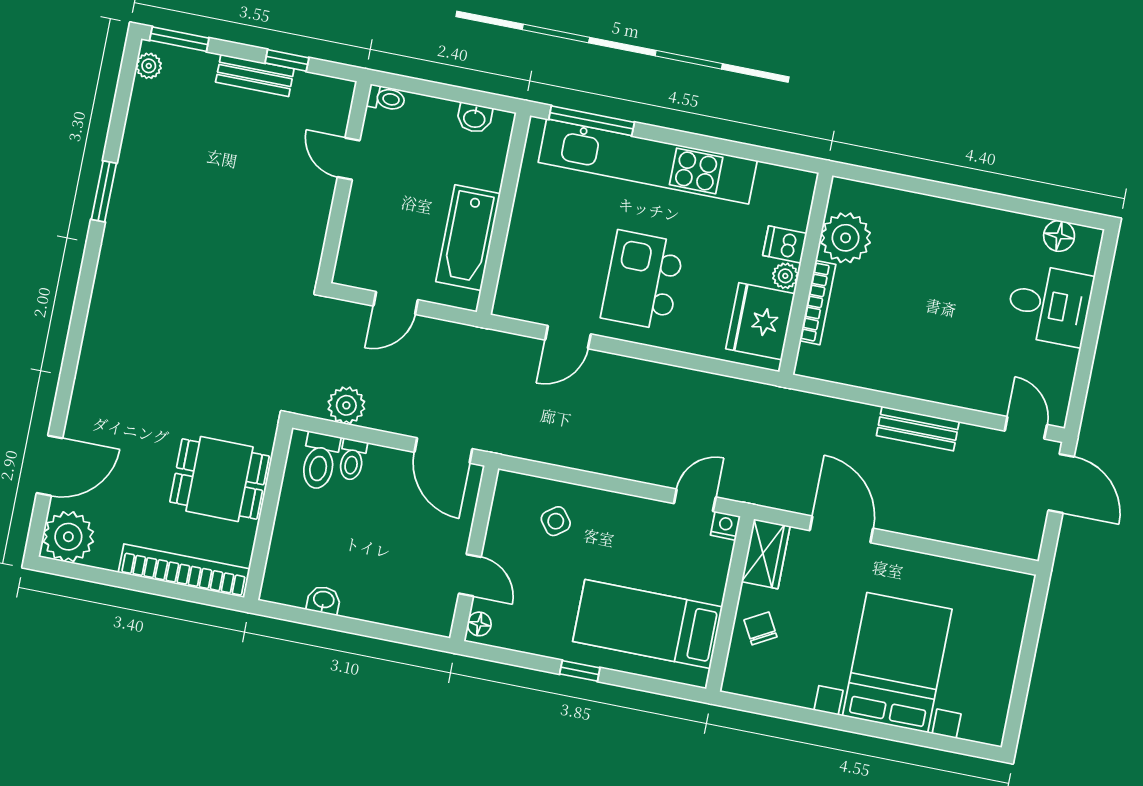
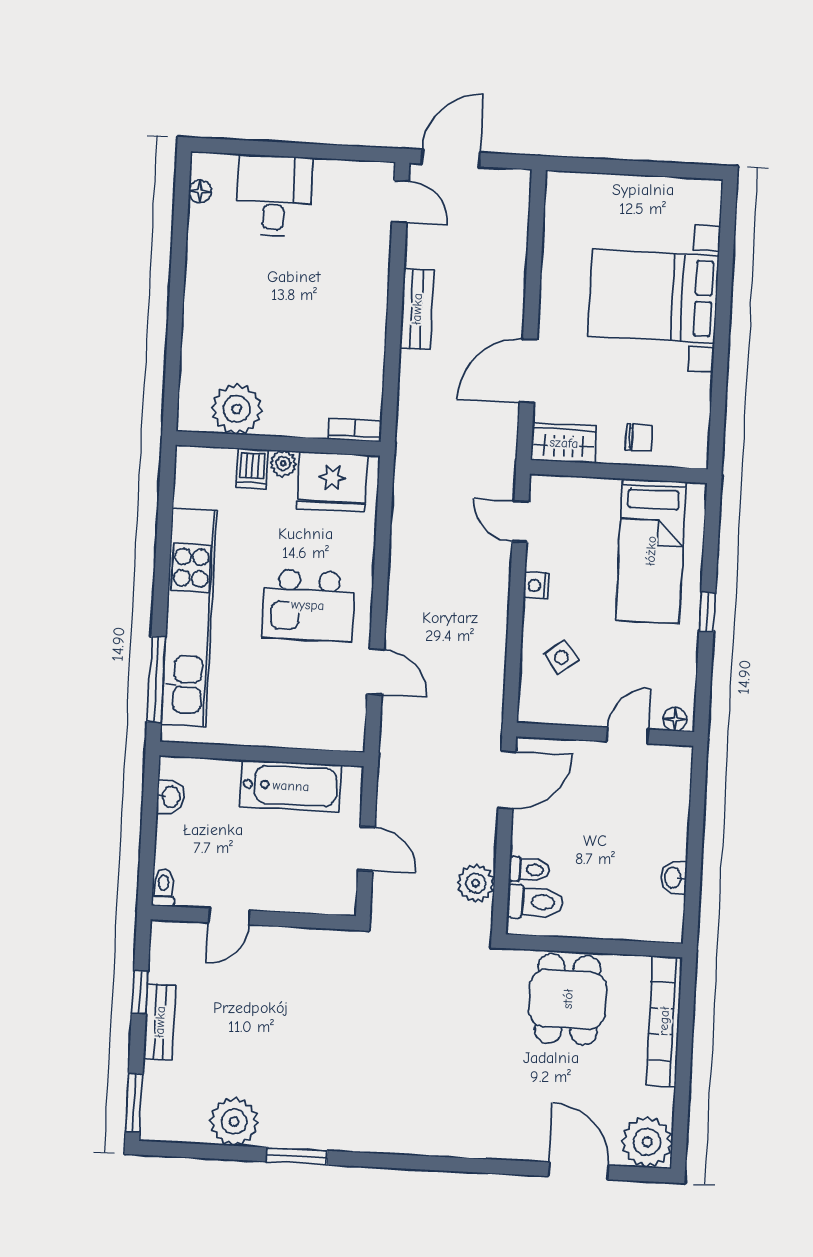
plant: (149, 66) -> (234, 1122), moved, width x1.88, depth x1.88
floor lamp: (1059, 236) -> (200, 191), width x0.73, depth x0.73
bookcase: (818, 303) -> (355, 430), moved, width x0.64
door: (1026, 428) -> (400, 201), swing flipped
nightstand: (725, 526) -> (536, 585), moved
chair: (760, 628) -> (639, 438), turned -151

